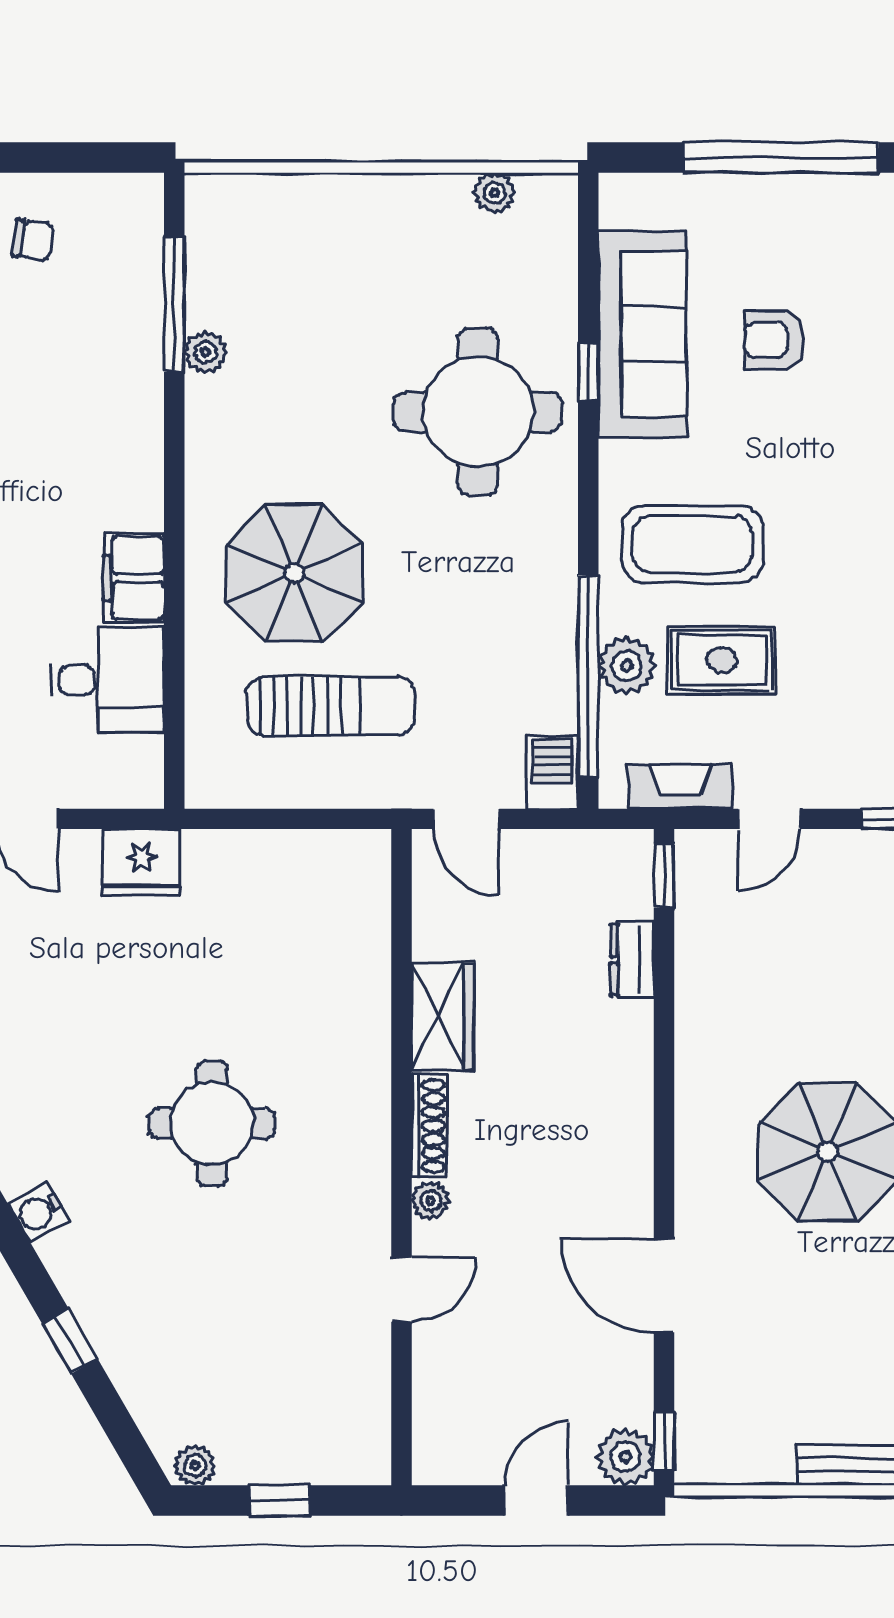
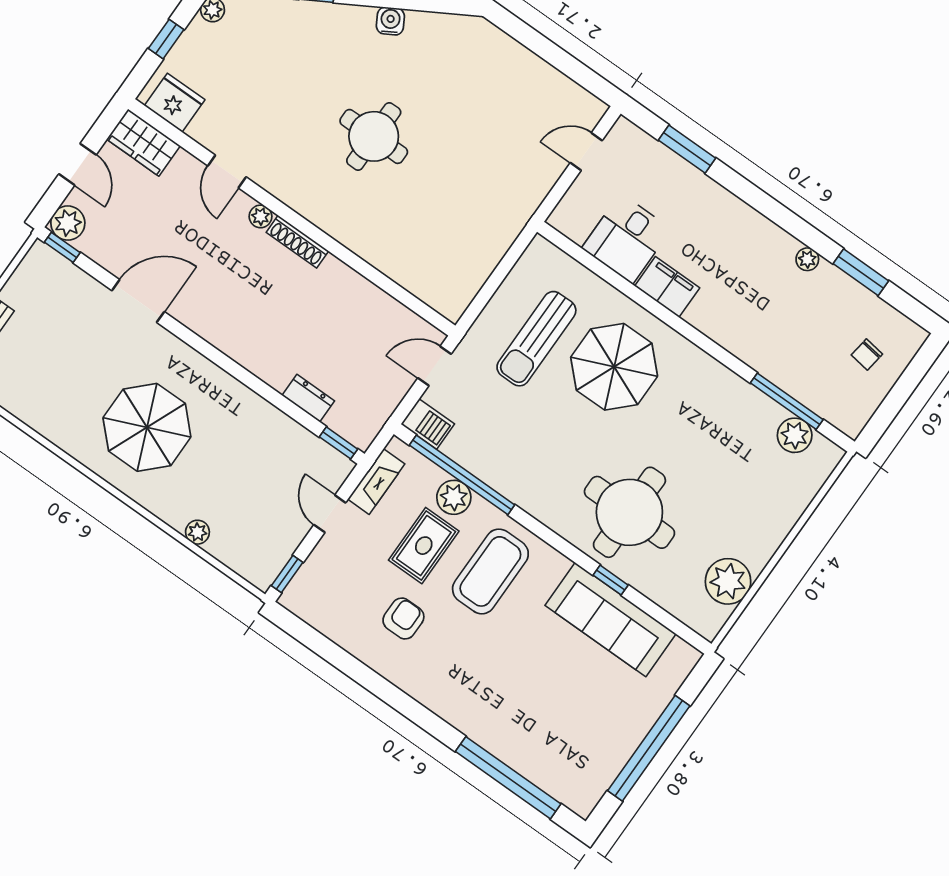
plant: (494, 193) -> (728, 581), width x1.88, depth x1.88
armchair: (775, 340) -> (403, 619), moved
plant: (205, 352) -> (795, 435), moved, width x1.38, depth x1.38
fridge: (141, 862) -> (175, 103), moved, turned 90
wardrobe: (443, 1016) -> (143, 142), moved

